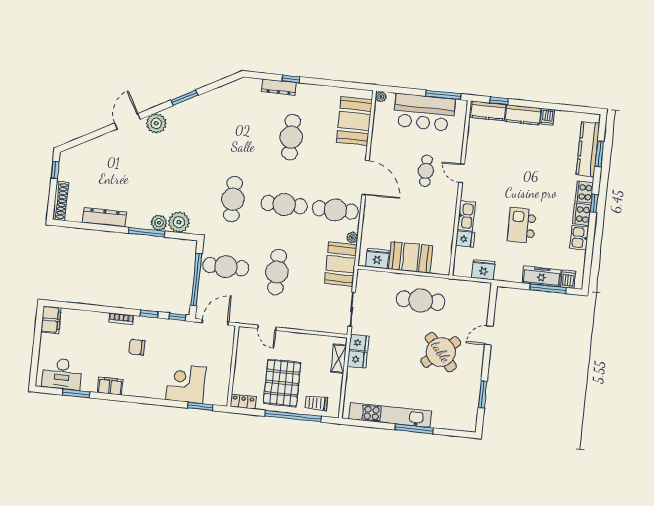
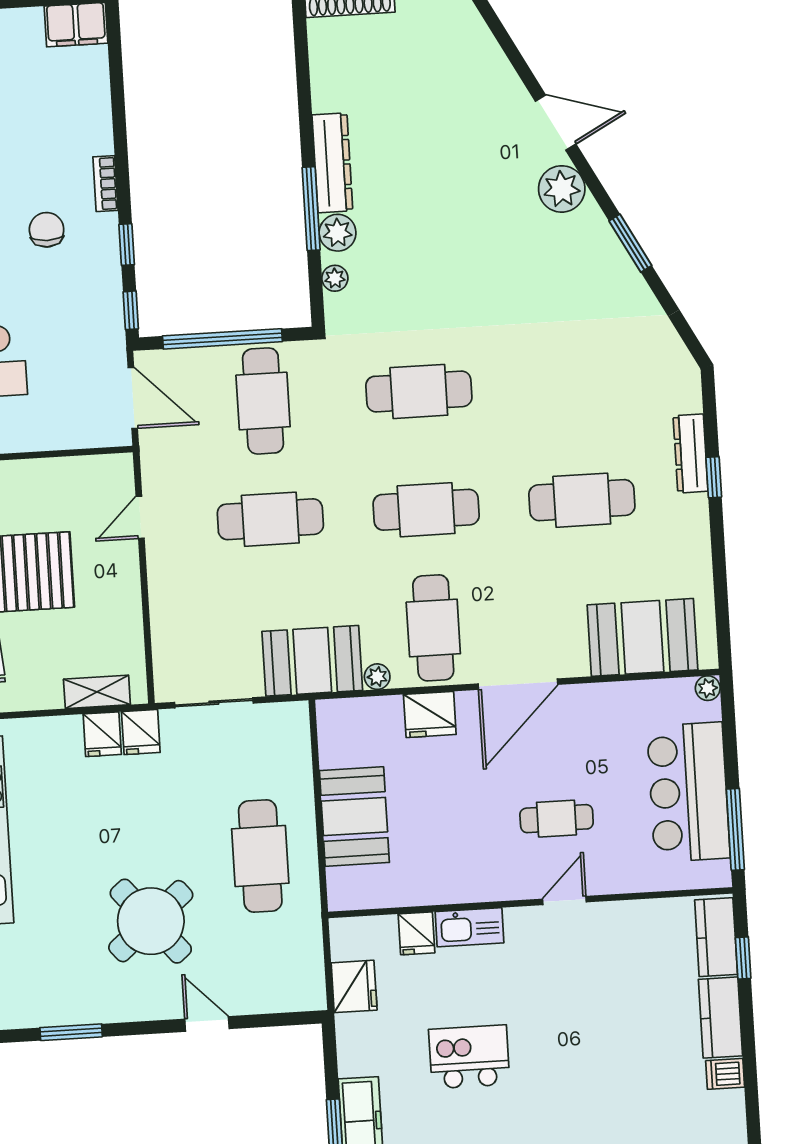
cafe table: (284, 205) -> (426, 510), turned 90
dresser: (104, 217) -> (332, 163), moved
plant: (179, 222) -> (335, 278), width x0.53, depth x0.53
fridge: (377, 258) -> (430, 714), moved, turned 90

